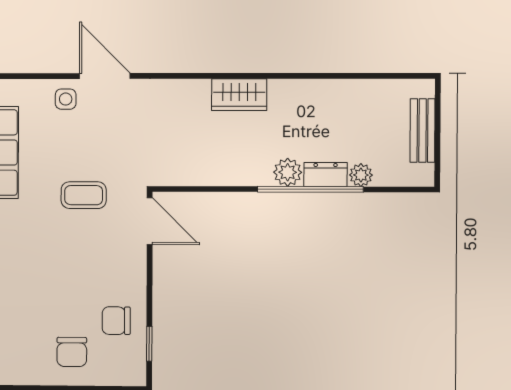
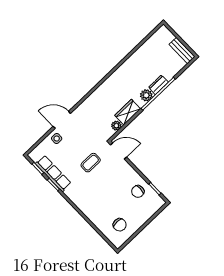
wardrobe: (239, 95) -> (128, 112), moved, turned 180
bench: (423, 131) -> (182, 51), moved
plant: (361, 175) -> (116, 126), moved
chair: (72, 352) -> (120, 225), moved

